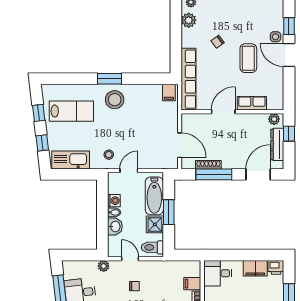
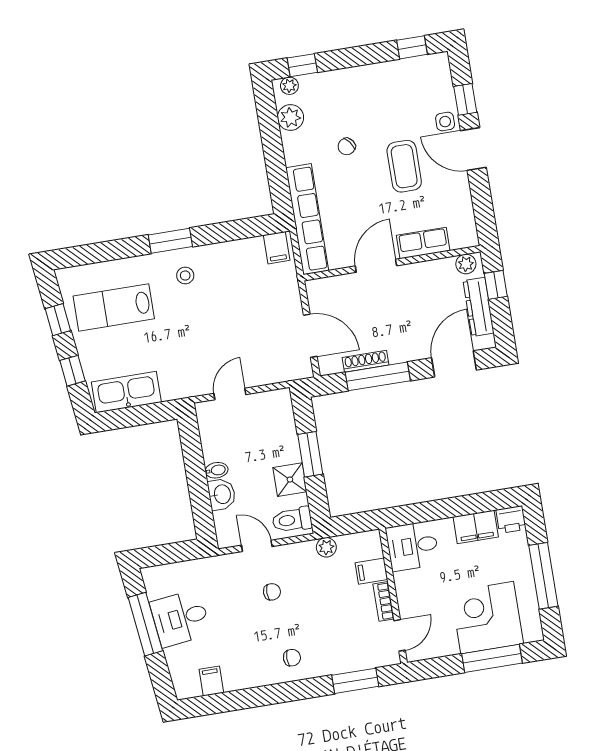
stool: (115, 100) -> (185, 276), width x0.53, depth x0.53
lab bench: (71, 111) -> (114, 307), turned 180
stool: (109, 155) -> (191, 372), removed
bathtub: (154, 196) -> (281, 430), removed
washing machine: (114, 201) -> (213, 450), removed
plant: (104, 266) -> (326, 547), moved

